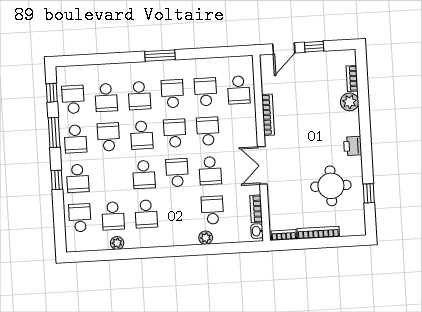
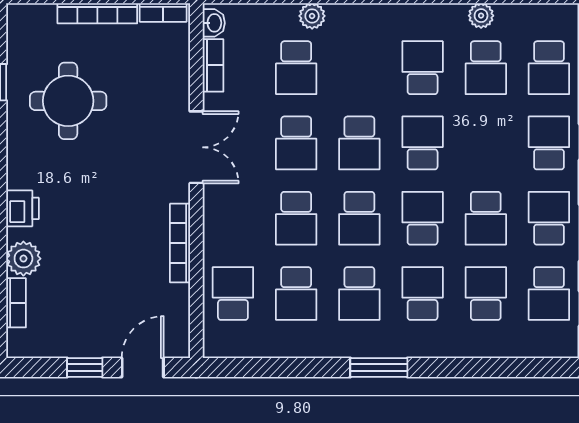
printer: (353, 146) -> (23, 208), moved
school desk: (210, 171) -> (296, 143), turned 180
school desk: (113, 216) -> (486, 68), turned 180

